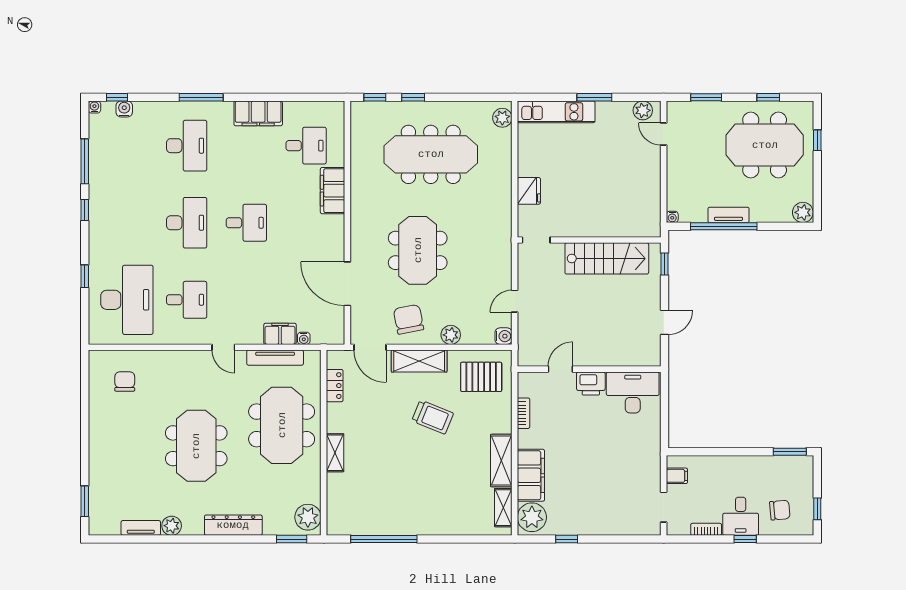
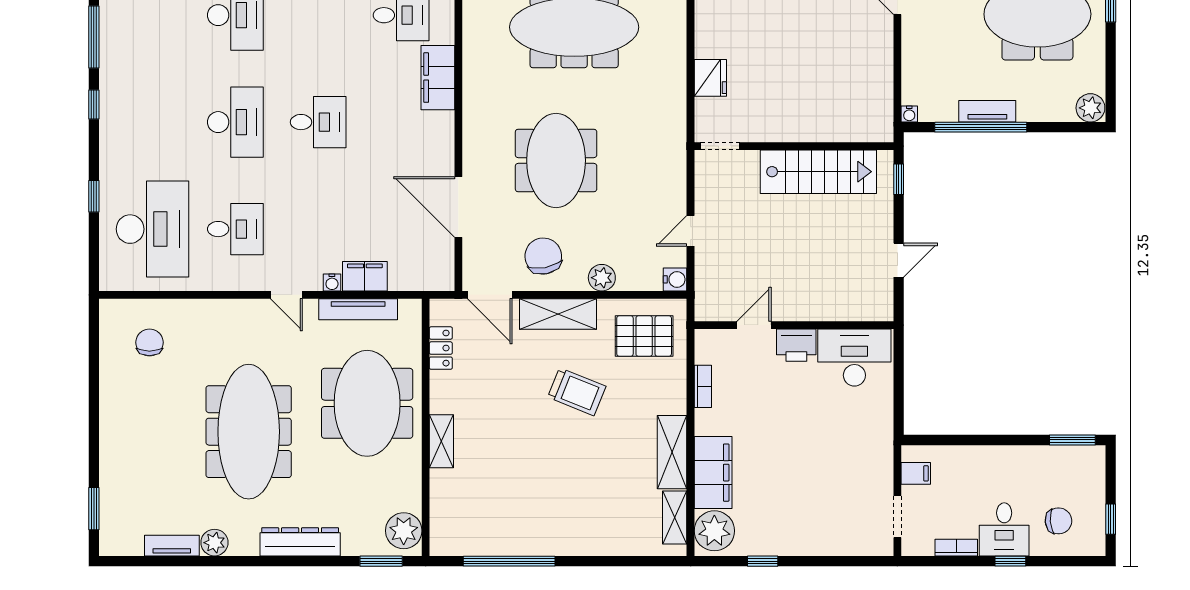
water cooler: (304, 338) -> (332, 282), moved
meeting table: (196, 446) -> (249, 432), width x1.36

